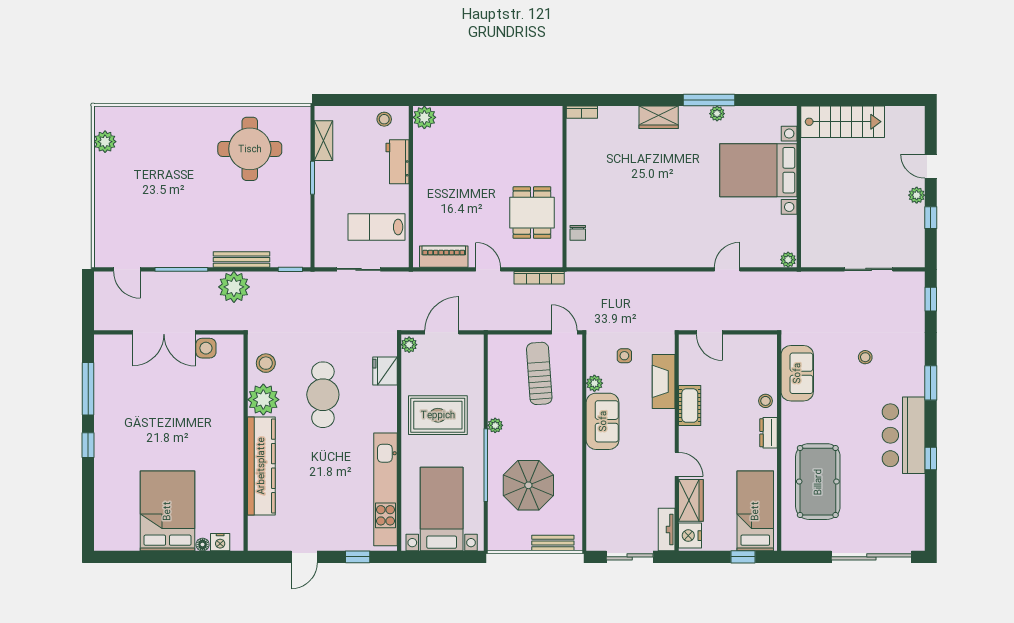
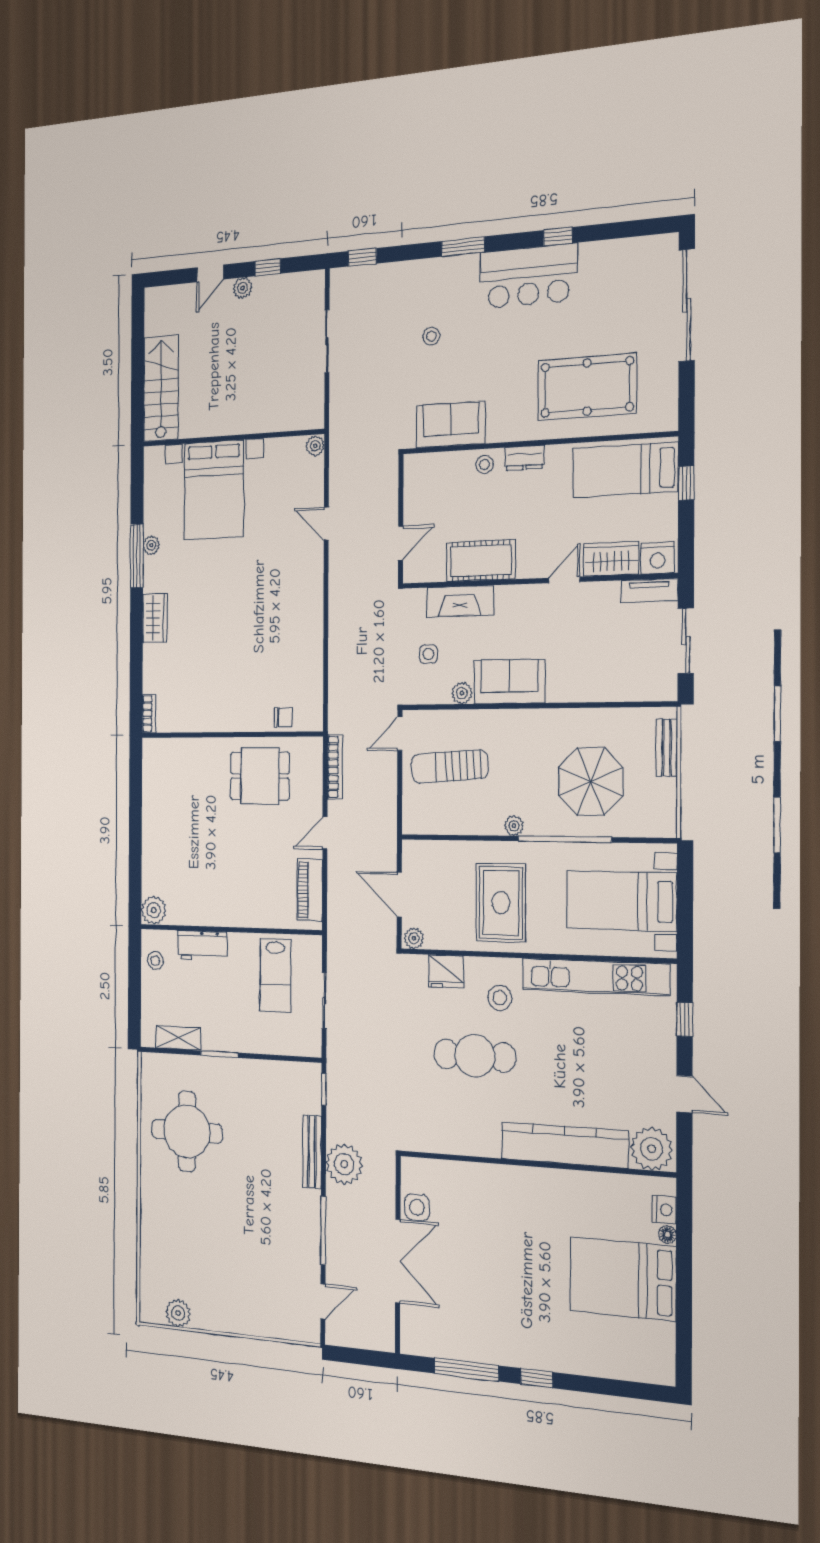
stool: (266, 363) -> (500, 998), moved
plant: (263, 400) -> (651, 1149), moved
cot: (690, 406) -> (481, 561), width x1.37, depth x1.34

